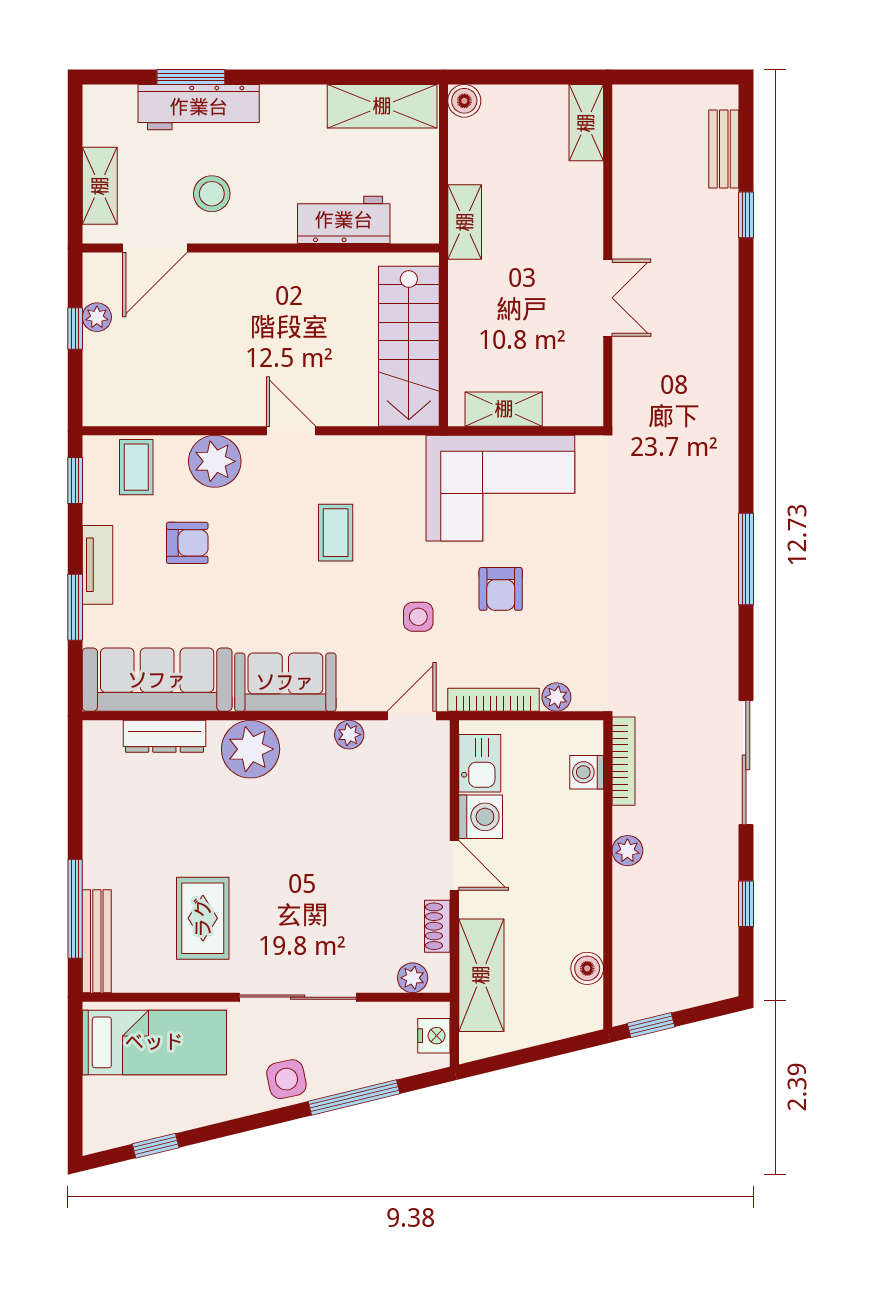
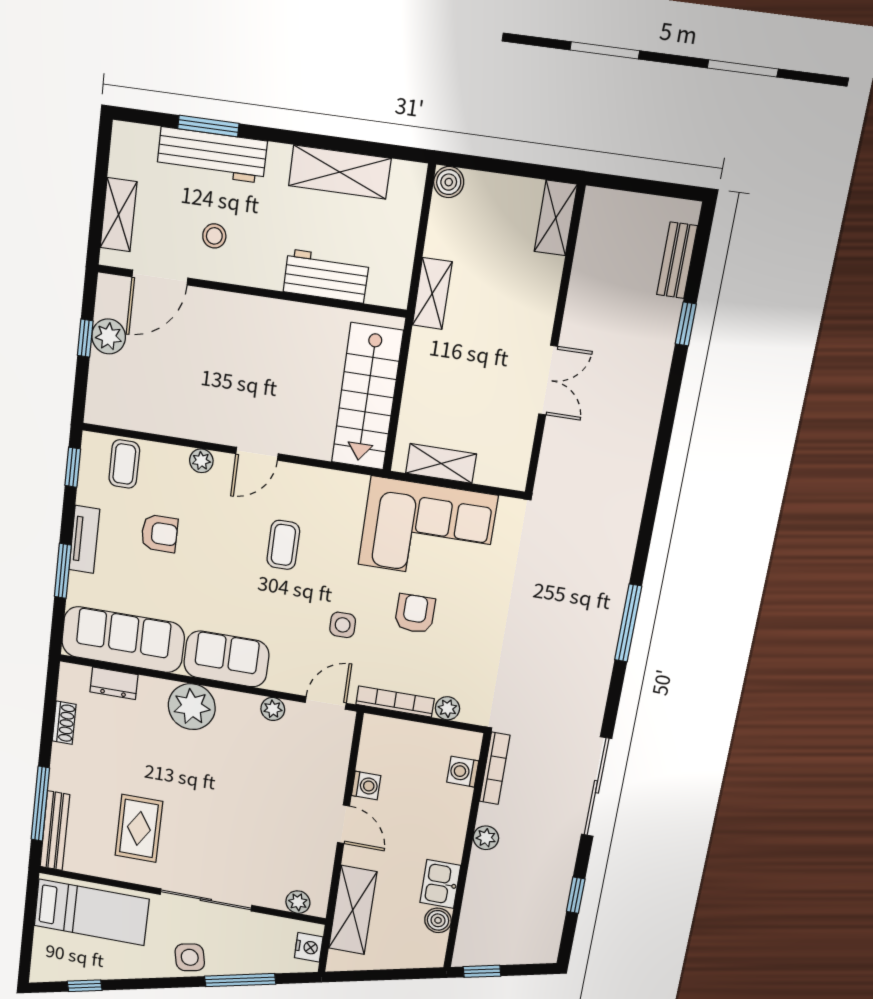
shelving: (382, 106) -> (340, 172), moved
stool: (212, 194) -> (214, 236), width x0.73, depth x0.73
plant: (97, 317) -> (109, 336), width x1.38, depth x1.38
door: (291, 431) -> (257, 454), swing flipped
plant: (215, 461) -> (201, 461), width x0.53, depth x0.53
armchair: (501, 589) -> (415, 614), turned 180
dresser: (164, 736) -> (114, 683), width x0.70
kitchen sink: (480, 763) -> (440, 884), moved, turned 180
washing machine: (481, 817) -> (366, 786), width x0.73, depth x0.73
shoe rack: (437, 926) -> (64, 723), moved, turned 180

